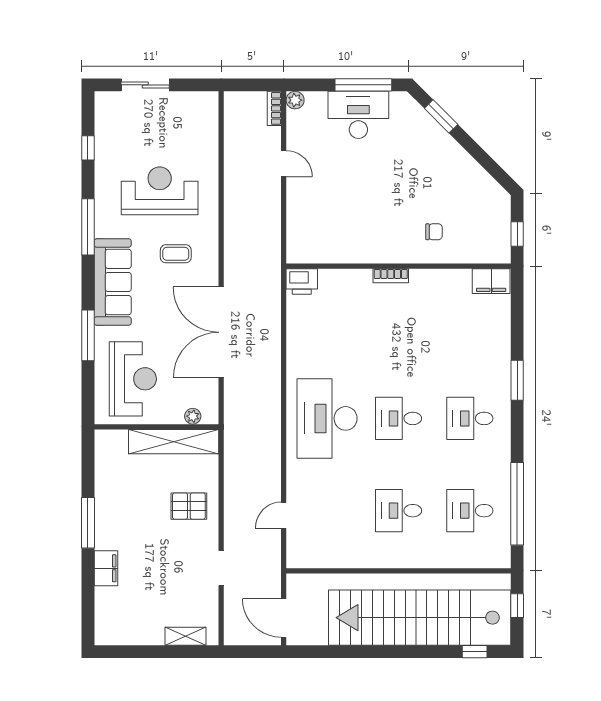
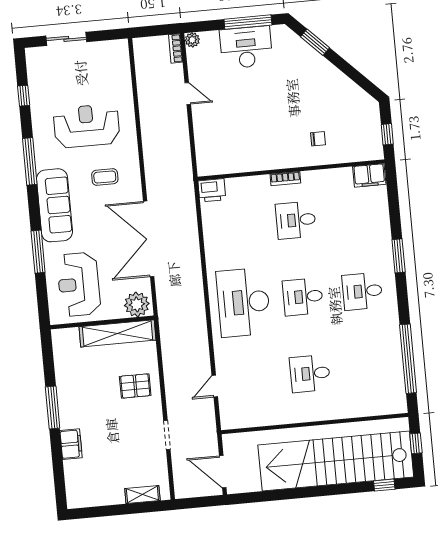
reception desk: (133, 379) -> (79, 284), turned 180
plant: (193, 416) -> (137, 304), width x1.88, depth x1.88
desk: (470, 511) -> (296, 220), moved

